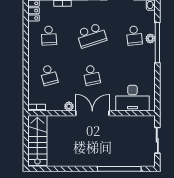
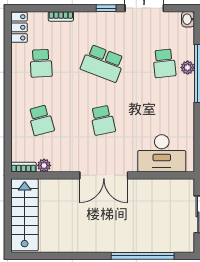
school desk: (92, 36) -> (103, 63), turned 39
plant: (69, 106) -> (44, 165), moved
double door: (92, 113) -> (104, 175), swing flipped

